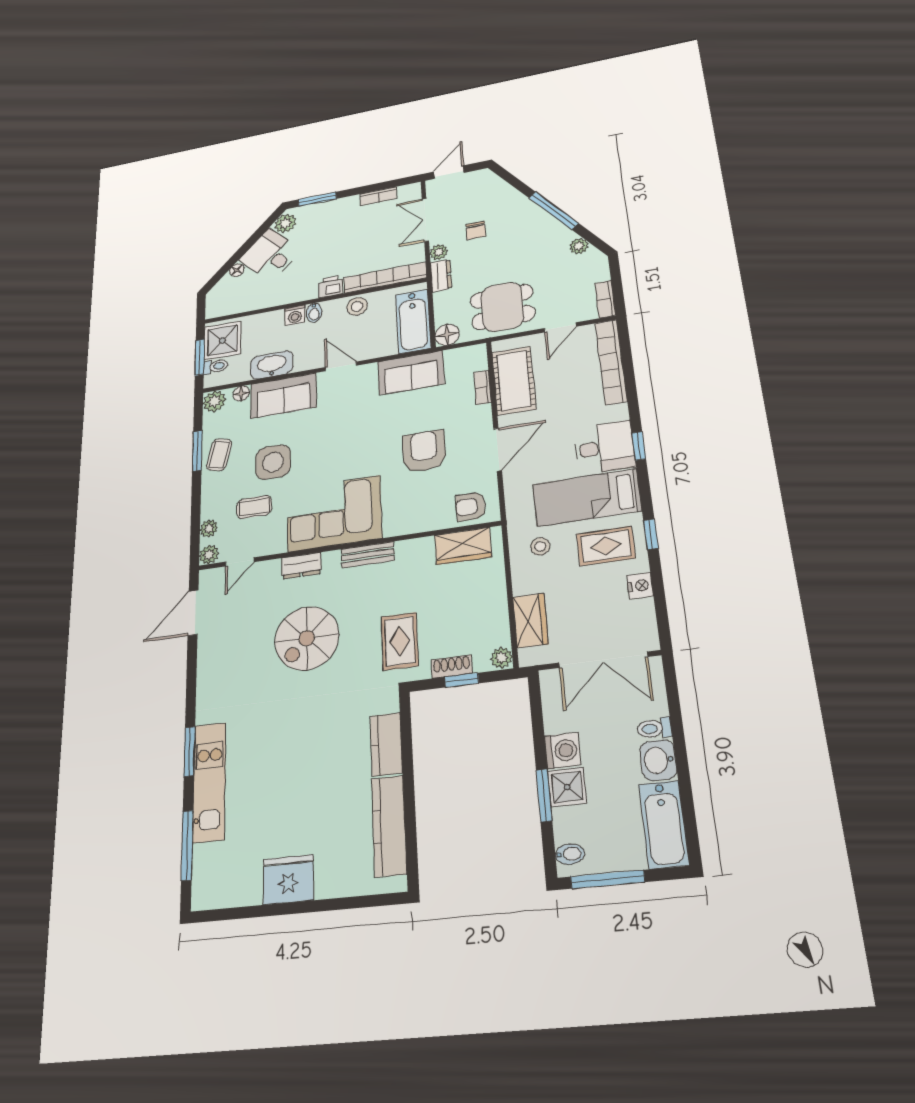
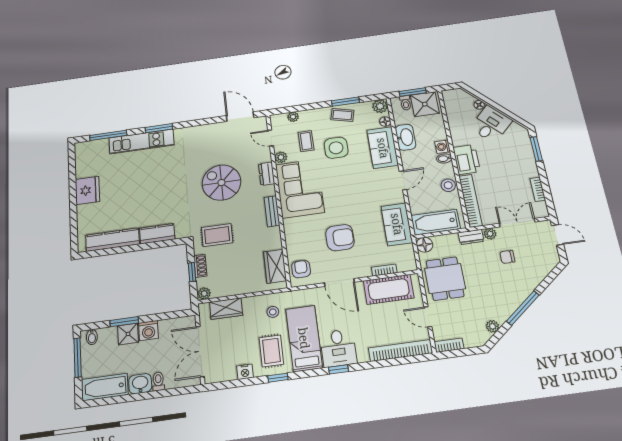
plant: (285, 223) -> (516, 131), removed
printer: (331, 287) -> (467, 160), width x1.87, depth x1.48
plant: (209, 555) -> (281, 157), moved

